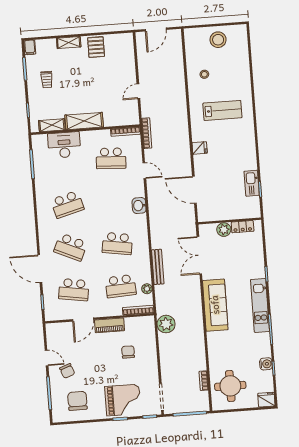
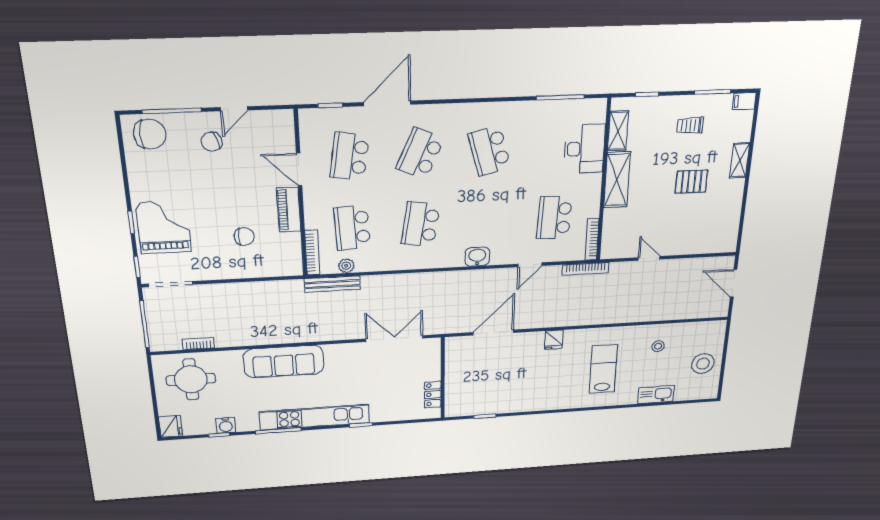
pallet: (96, 47) -> (691, 182), moved
lab bench: (222, 110) -> (603, 369), turned 180
kitchen sink: (252, 183) -> (656, 395), moved
plant: (224, 230) -> (431, 371), removed
bench: (158, 267) -> (332, 284), moved
sofa: (215, 305) -> (284, 362), moved
kitchen unit: (260, 305) -> (315, 417), width x1.36
plant: (166, 324) -> (289, 292), removed
grand piano: (123, 400) -> (164, 227), turned 180
chair: (77, 401) -> (150, 134), moved

